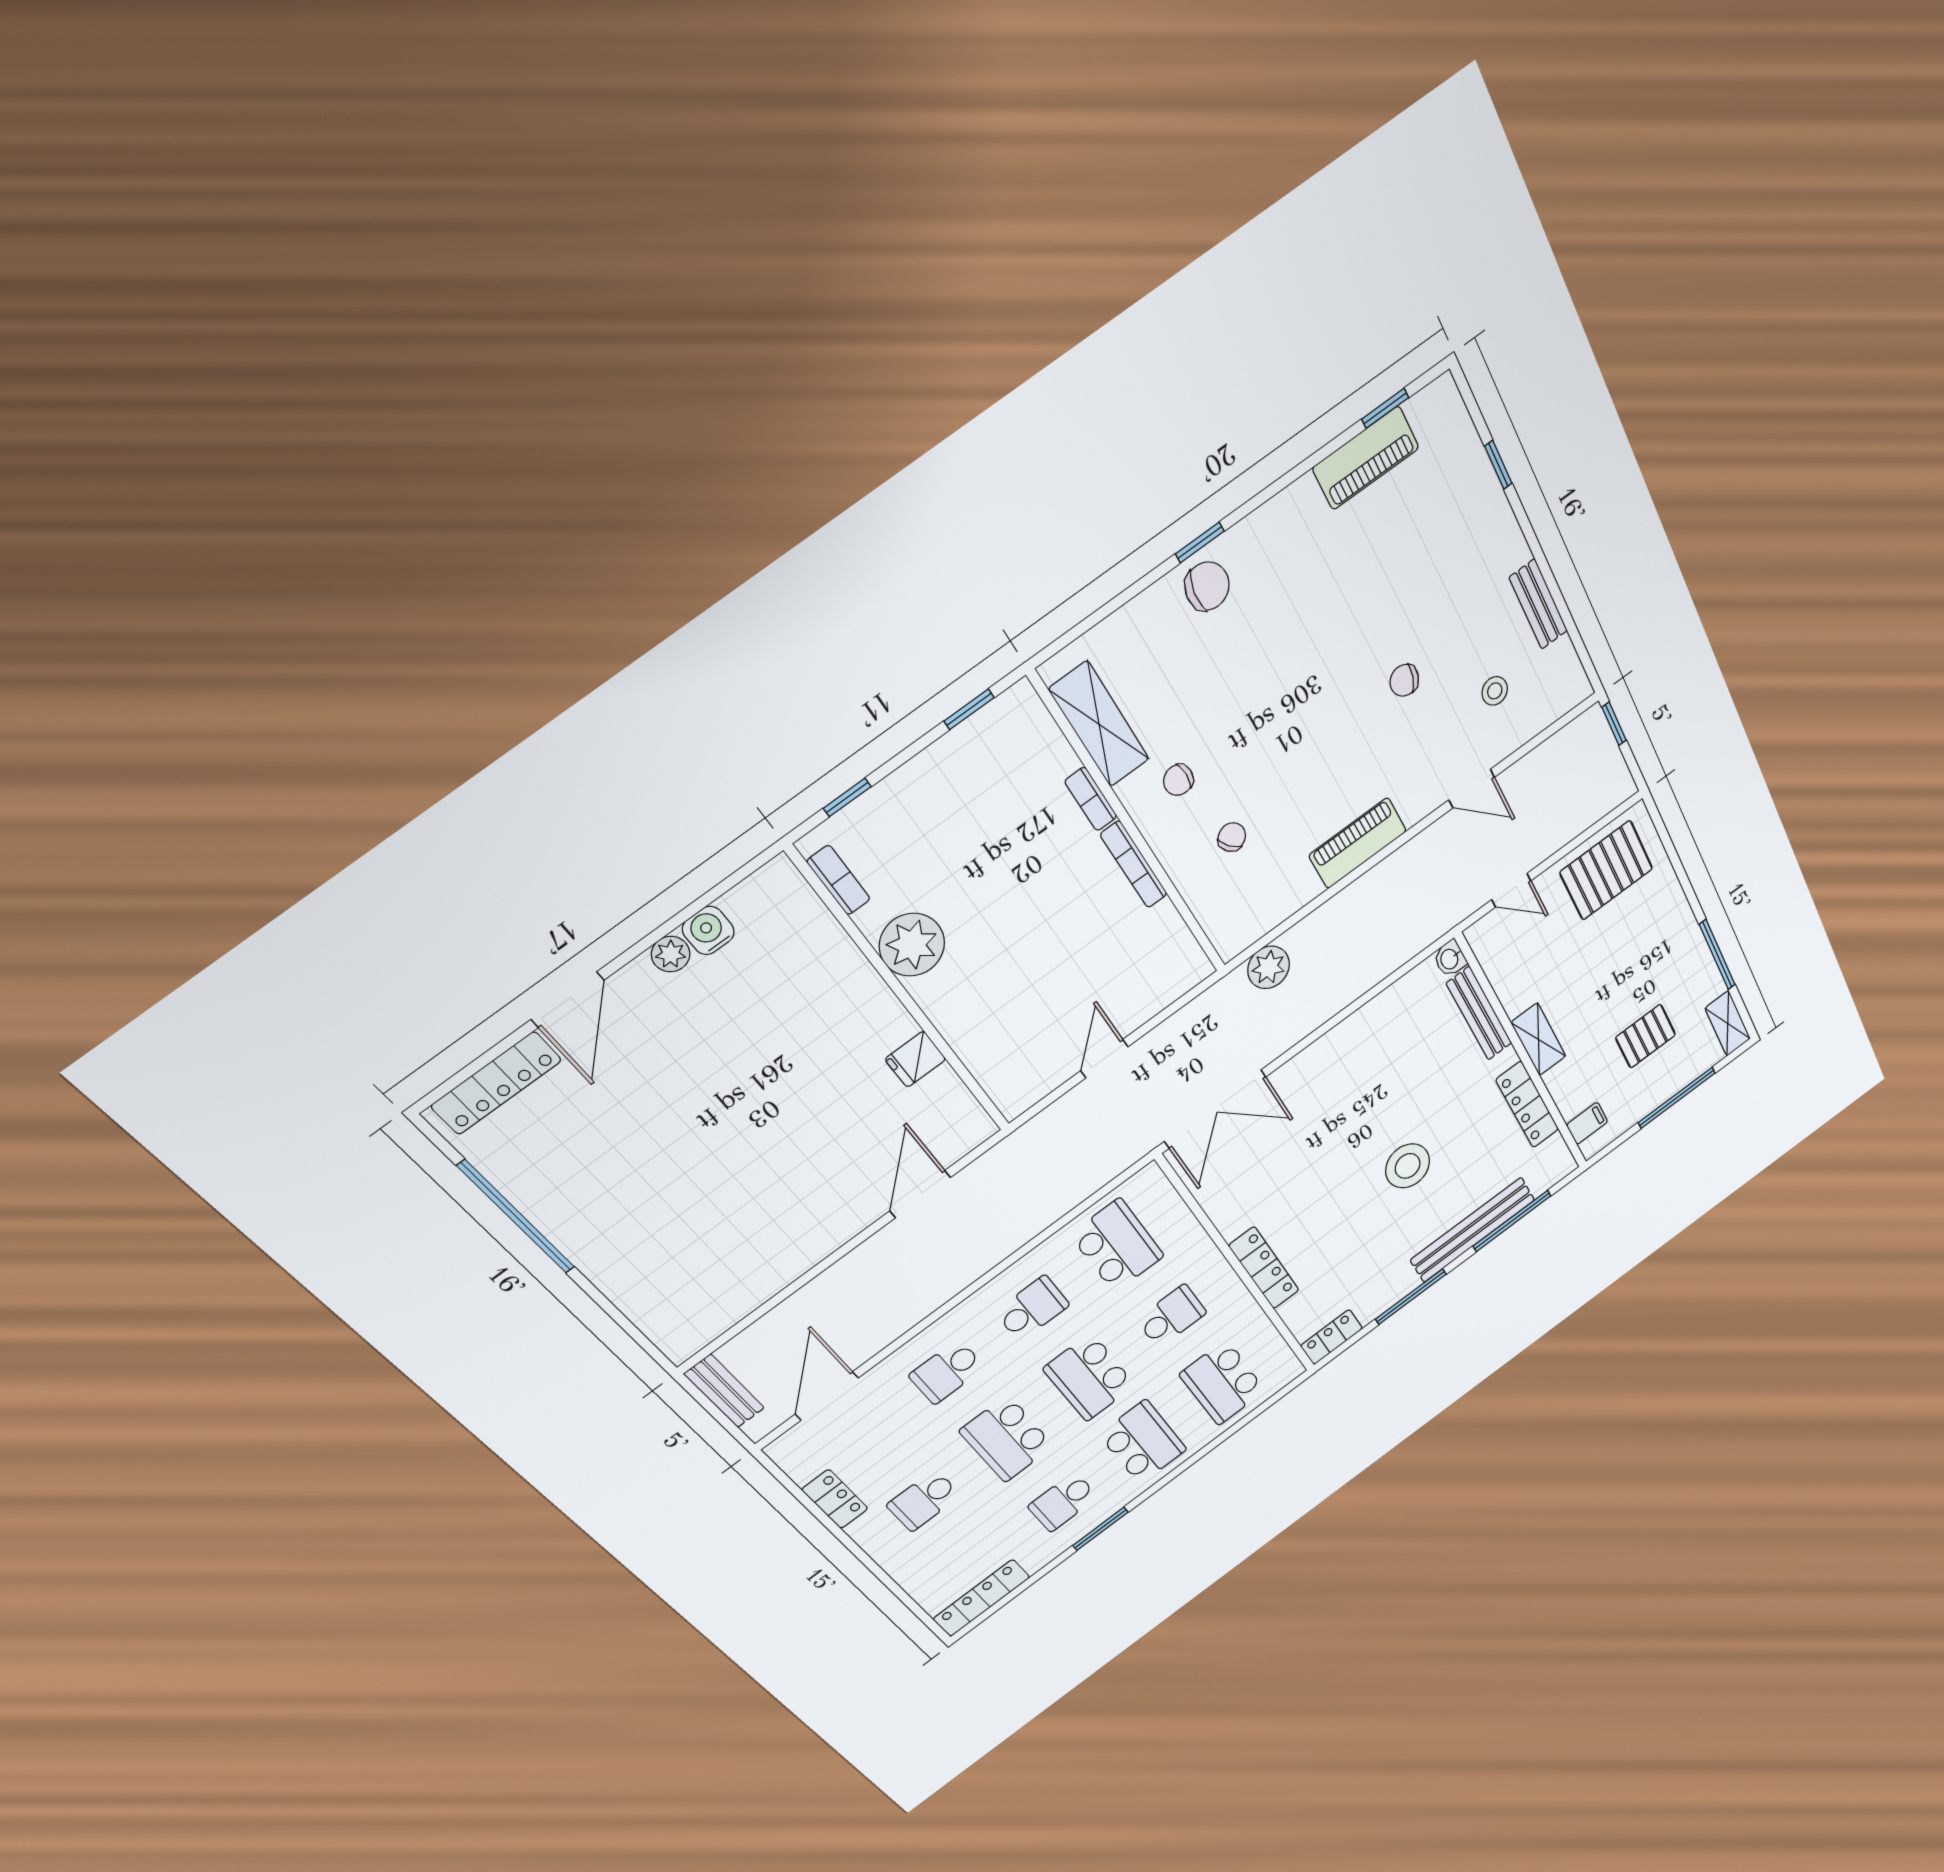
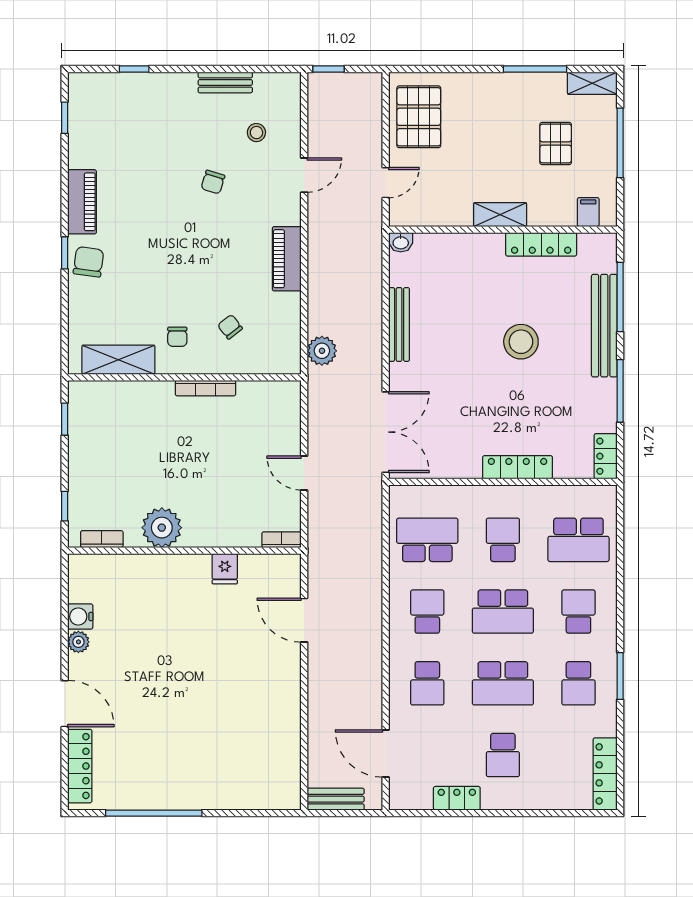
piano: (1366, 458) -> (82, 202), moved
bookcase: (1091, 799) -> (281, 540), moved, turned 180
bench: (1479, 1014) -> (399, 324), moved, turned 90
school desk: (1143, 1442) -> (578, 612), width x0.54

